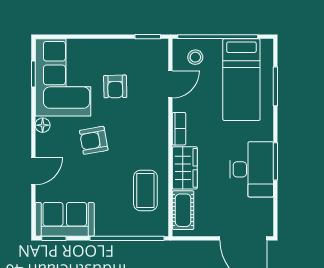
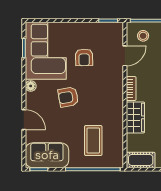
door: (33, 171) -> (24, 120), hinge flipped
coffee table: (145, 191) -> (93, 141), moved
cot: (183, 210) -> (141, 160), moved, turned 90

